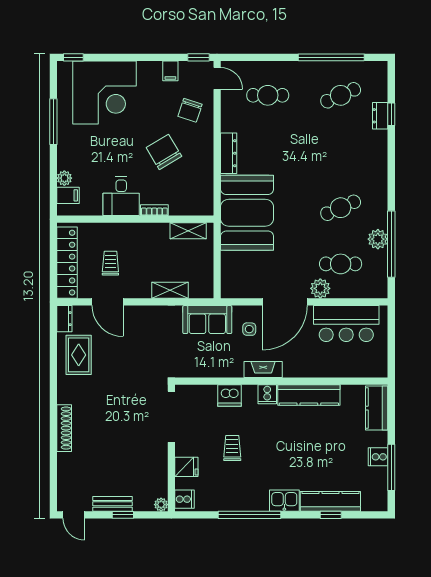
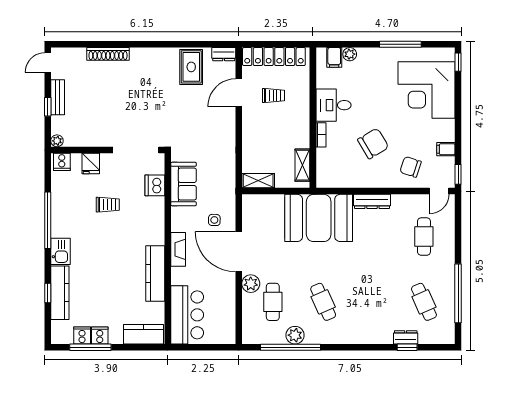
shelving: (170, 290) -> (258, 181), moved, turned 90
sofa: (207, 320) -> (184, 184), moved, turned 180
bar counter: (346, 324) -> (187, 315), moved, turned 180
rug: (79, 355) -> (191, 67), turned 90
fireplace: (263, 369) -> (178, 249), moved
cooker: (267, 394) -> (82, 335), moved, turned 90
dishwasher: (229, 395) -> (155, 185), moved
shoe rack: (64, 428) -> (108, 54), moved

